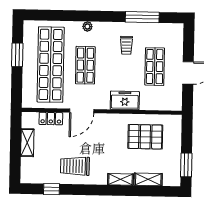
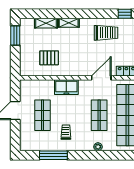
pallet: (145, 137) -> (49, 58), width x0.67, depth x0.71

